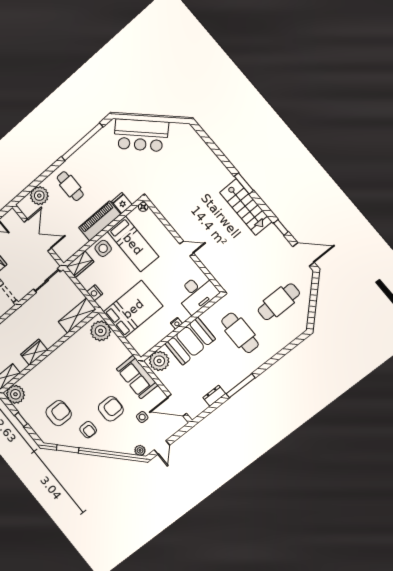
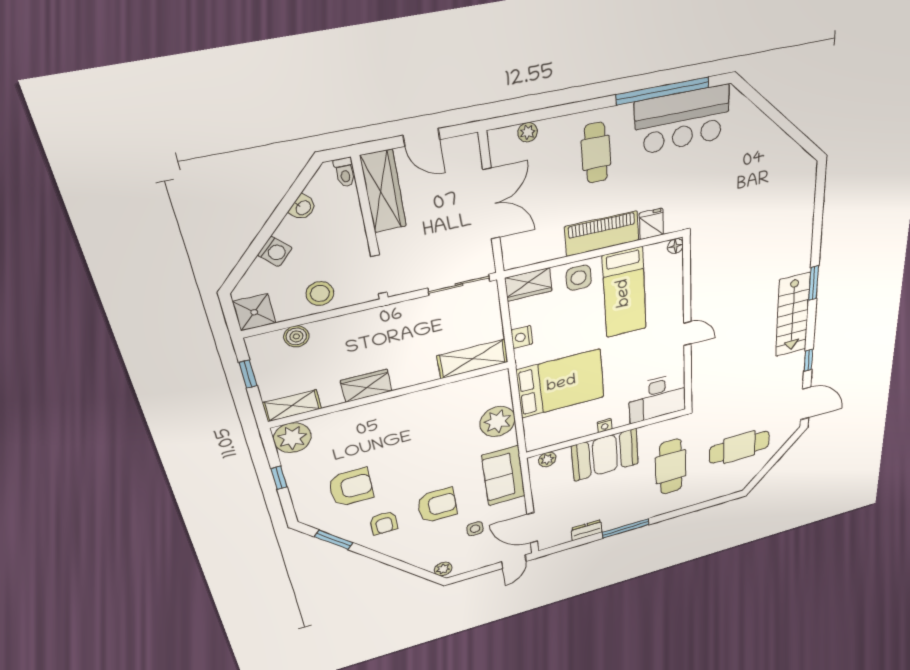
bar counter: (141, 135) -> (682, 120), moved, turned -45
plant: (39, 196) -> (528, 132), width x0.53, depth x0.53
plant: (101, 331) -> (498, 422), moved
plant: (159, 361) -> (547, 459), width x0.53, depth x0.53
door: (162, 447) -> (514, 562), moved

